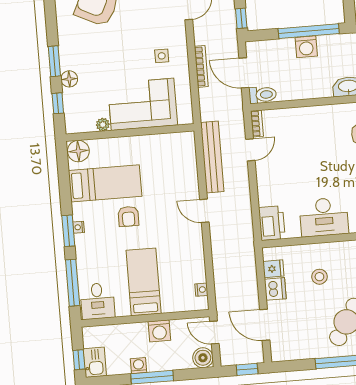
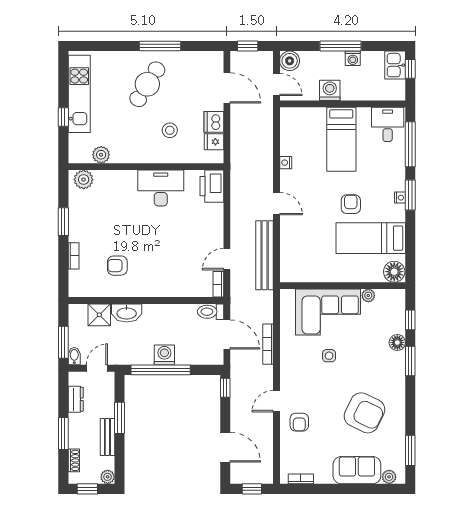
side table: (162, 56) -> (329, 356), moved
nightstand: (201, 290) -> (286, 163), moved

